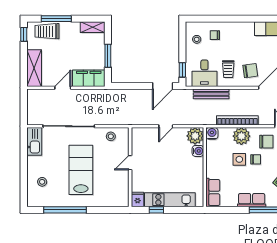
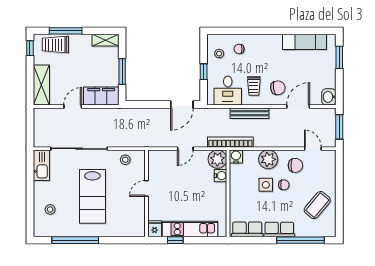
window: (182, 70) -> (204, 72), moved
bench: (211, 94) -> (250, 113), moved
bookcase: (237, 120) -> (230, 142), moved
lab bench: (81, 170) -> (92, 196), turned 180
row of seats: (213, 192) -> (247, 229), moved, turned -90

